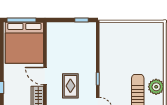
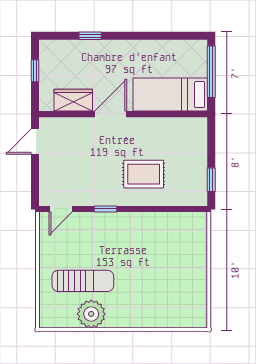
bed: (24, 43) -> (170, 95), width x0.49
rug: (70, 86) -> (144, 174), moved

